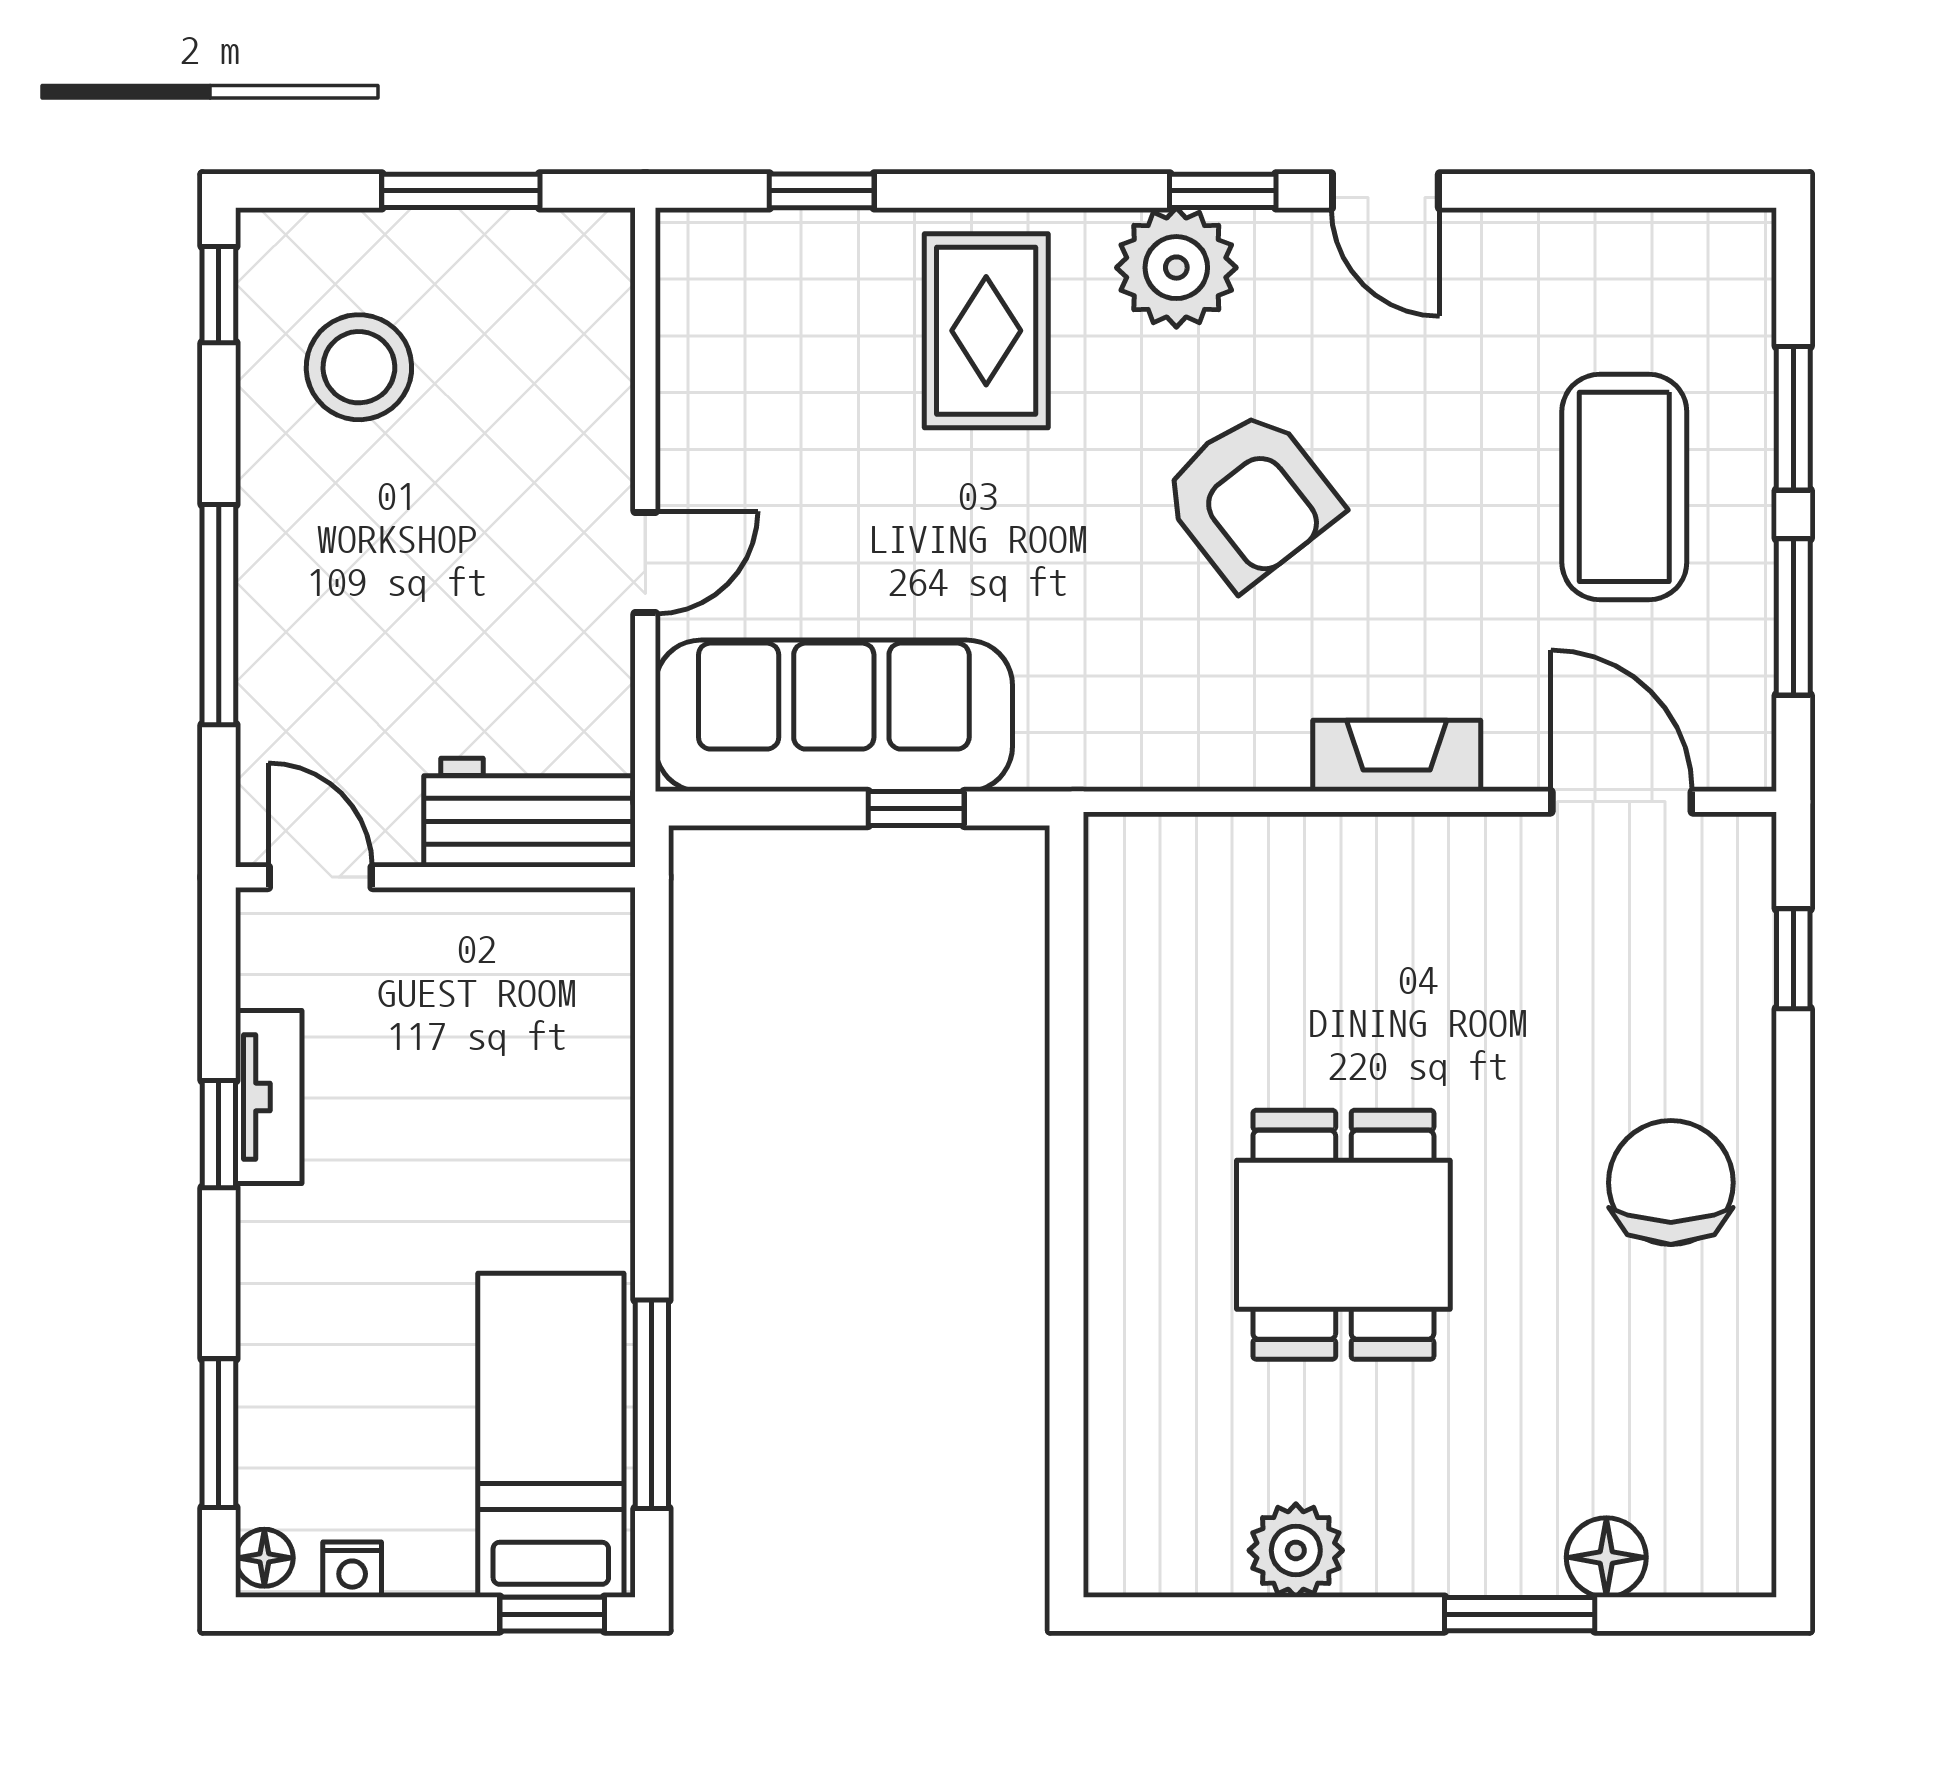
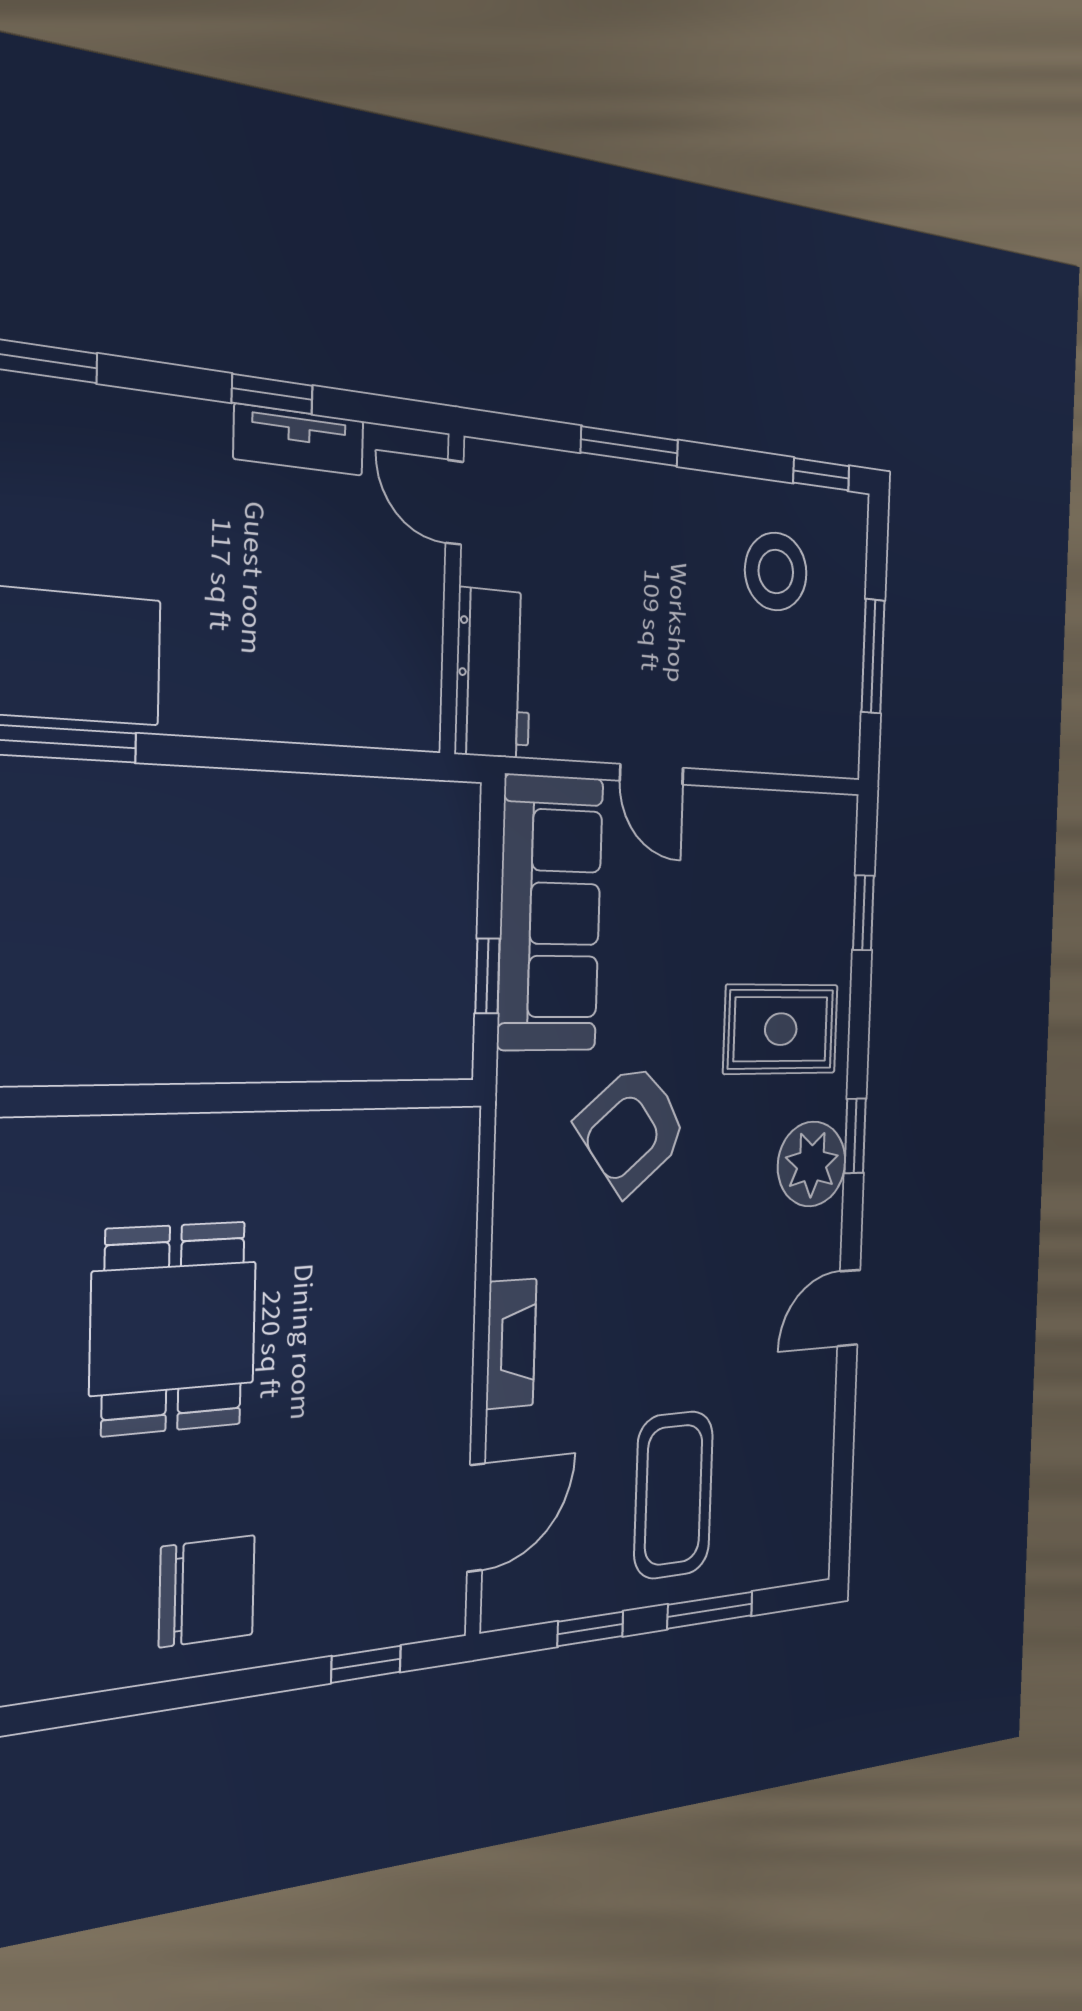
window: (1223, 191) -> (855, 1136), moved
coffee table: (1624, 487) -> (674, 1495), turned 90
armchair: (1251, 498) -> (632, 1129), moved
window: (219, 615) -> (630, 446), width x0.69
window: (1793, 617) -> (590, 1629), width x0.67
door: (320, 877) -> (455, 502), swing flipped
dining table: (1343, 1235) -> (174, 1328), turned 90

